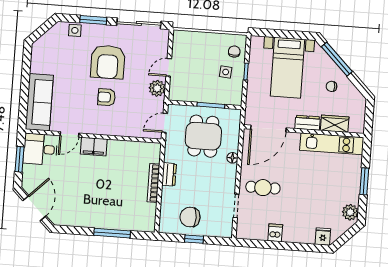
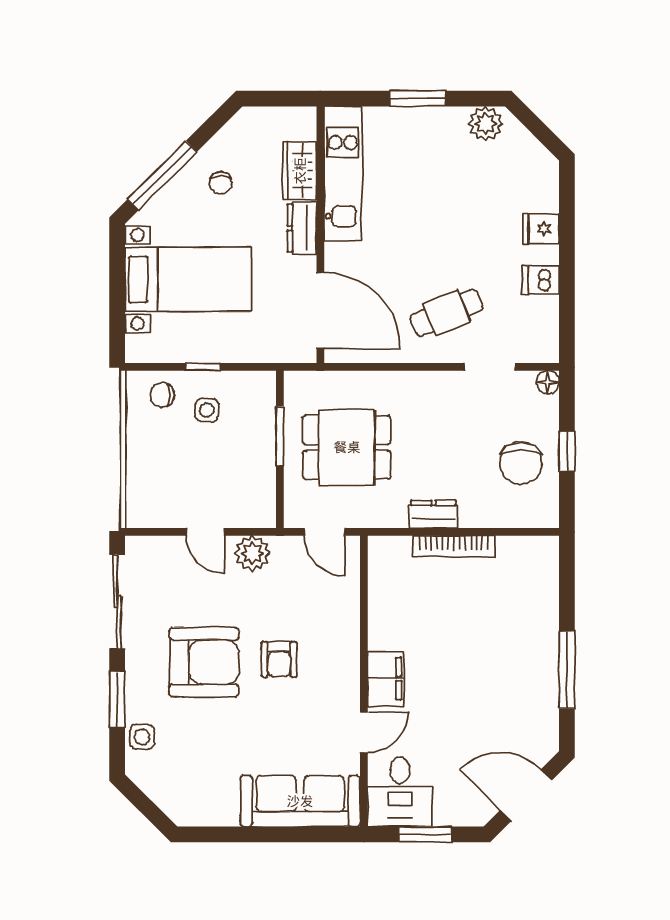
door: (69, 134) -> (364, 732), hinge flipped
floor lamp: (232, 158) -> (548, 382), moved
cafe table: (263, 188) -> (447, 313), turned 67
window: (112, 233) -> (567, 670), moved
fridge: (323, 236) -> (541, 229), moved

